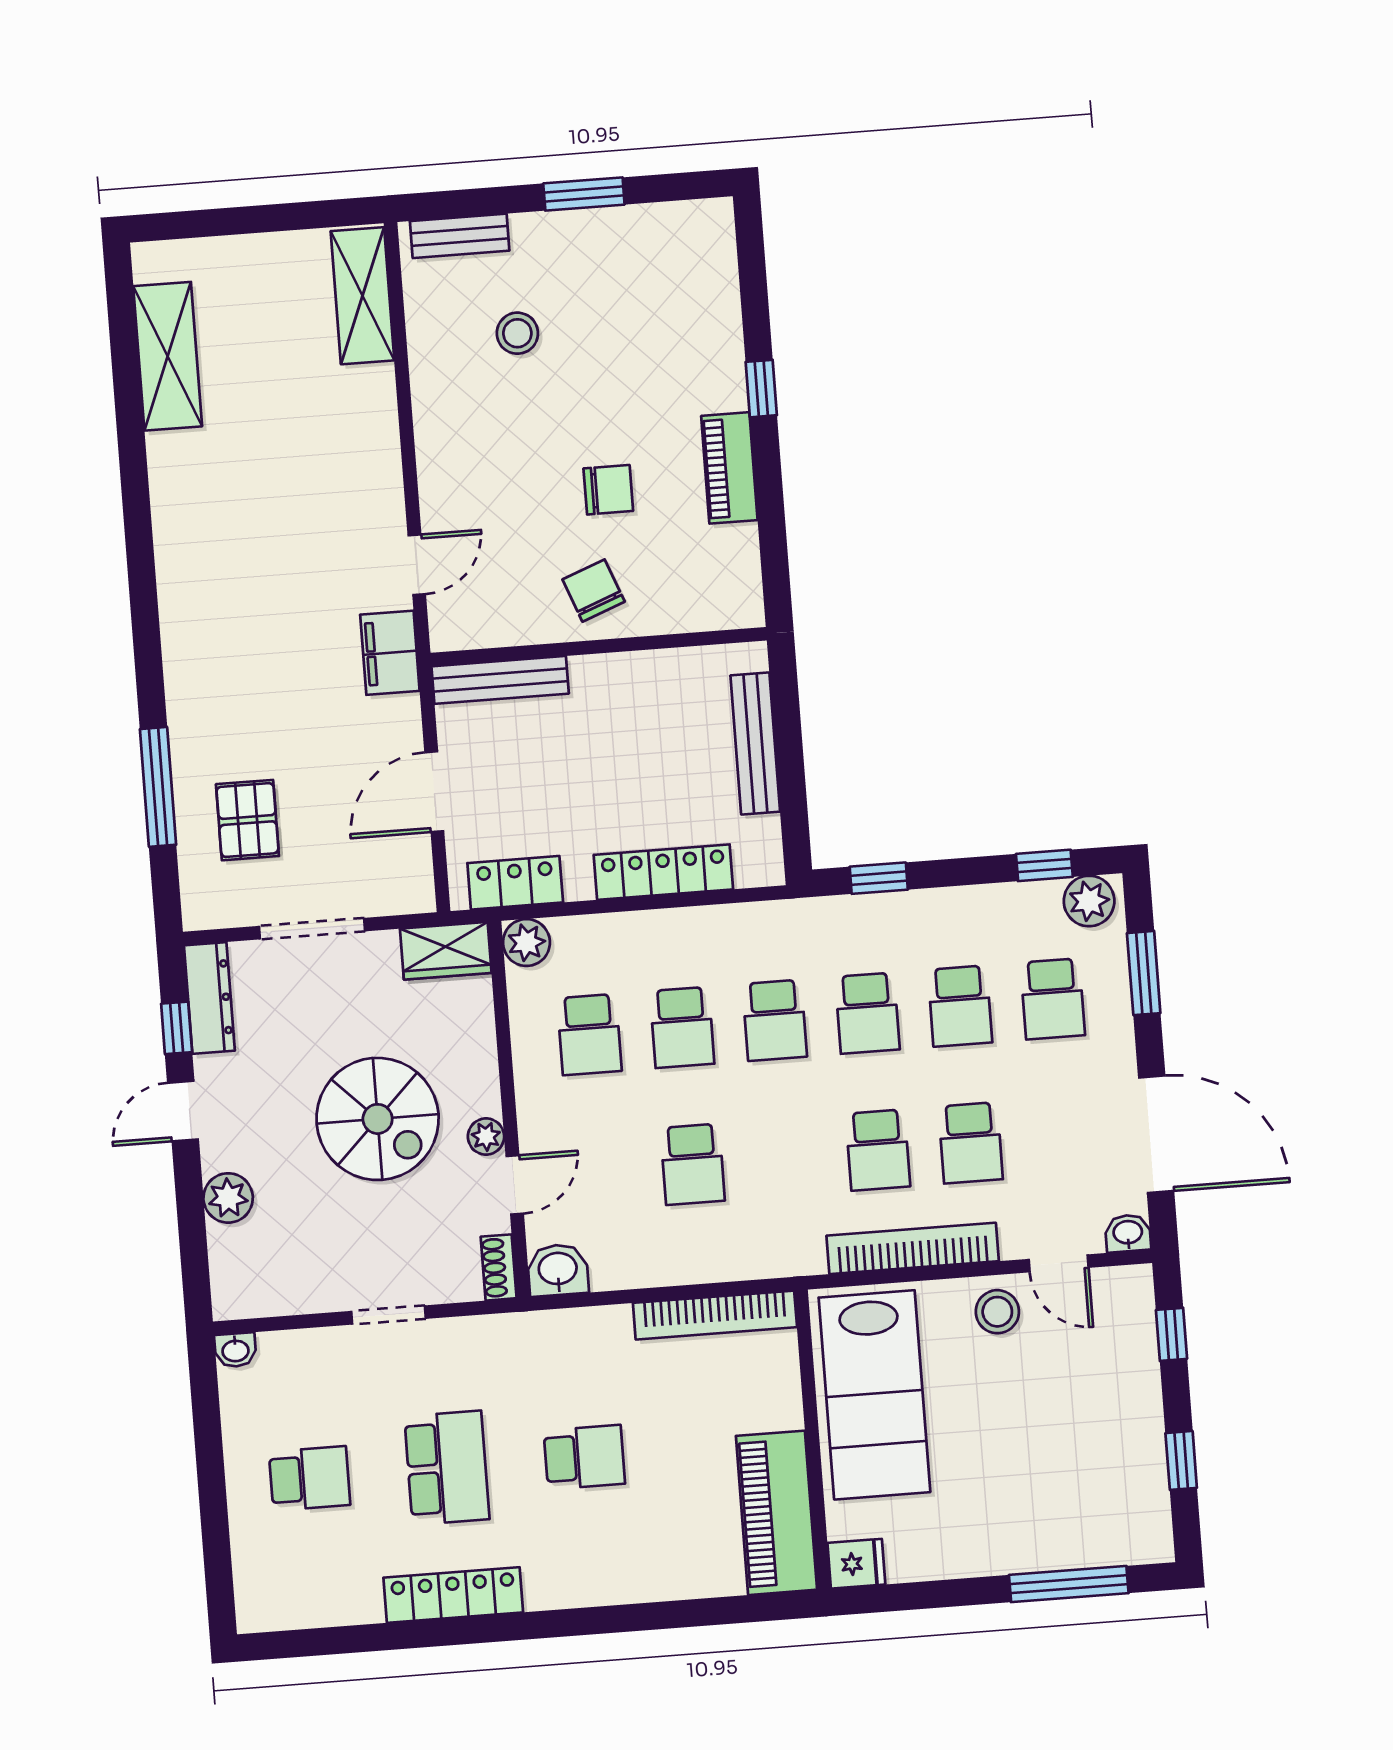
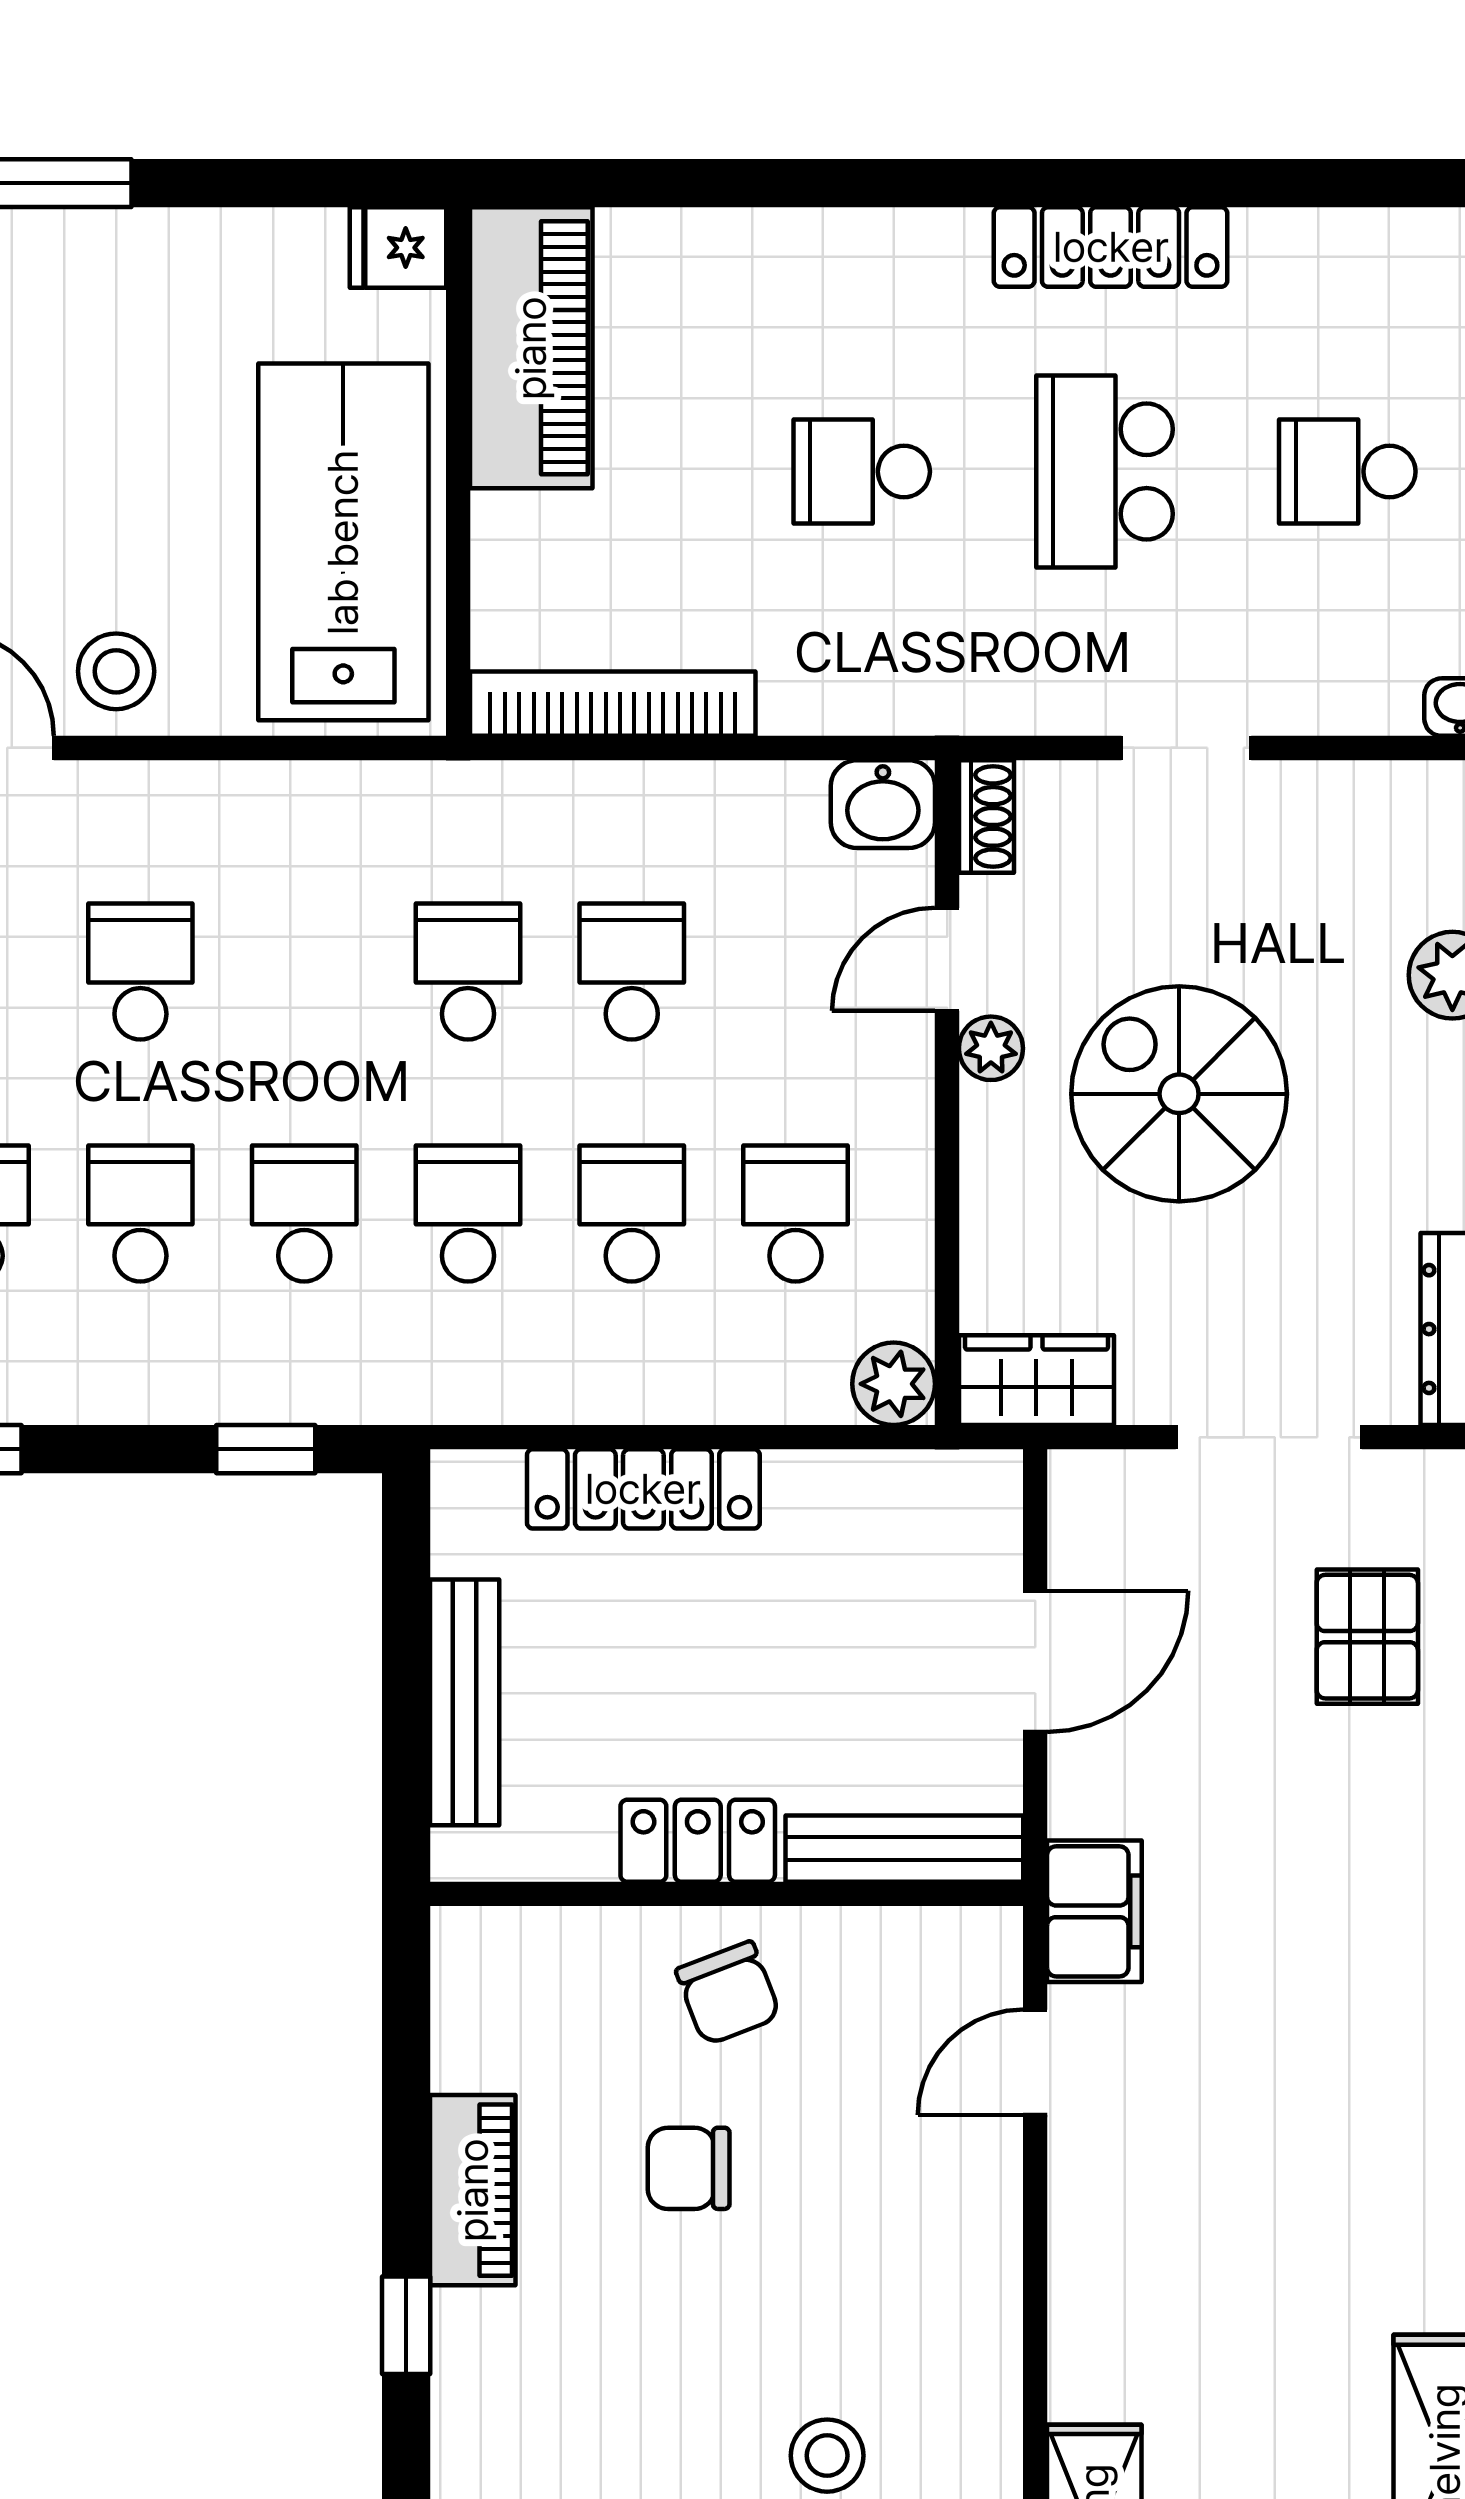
locker: (515, 883) -> (698, 1841), moved, turned 180
school desk: (878, 1150) -> (468, 972), moved
bookcase: (913, 1248) -> (256, 794), removed

